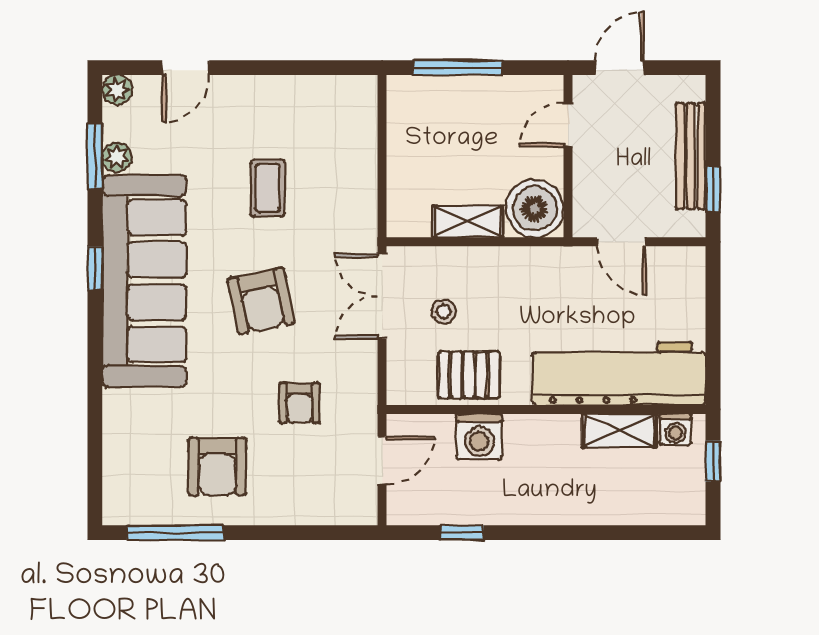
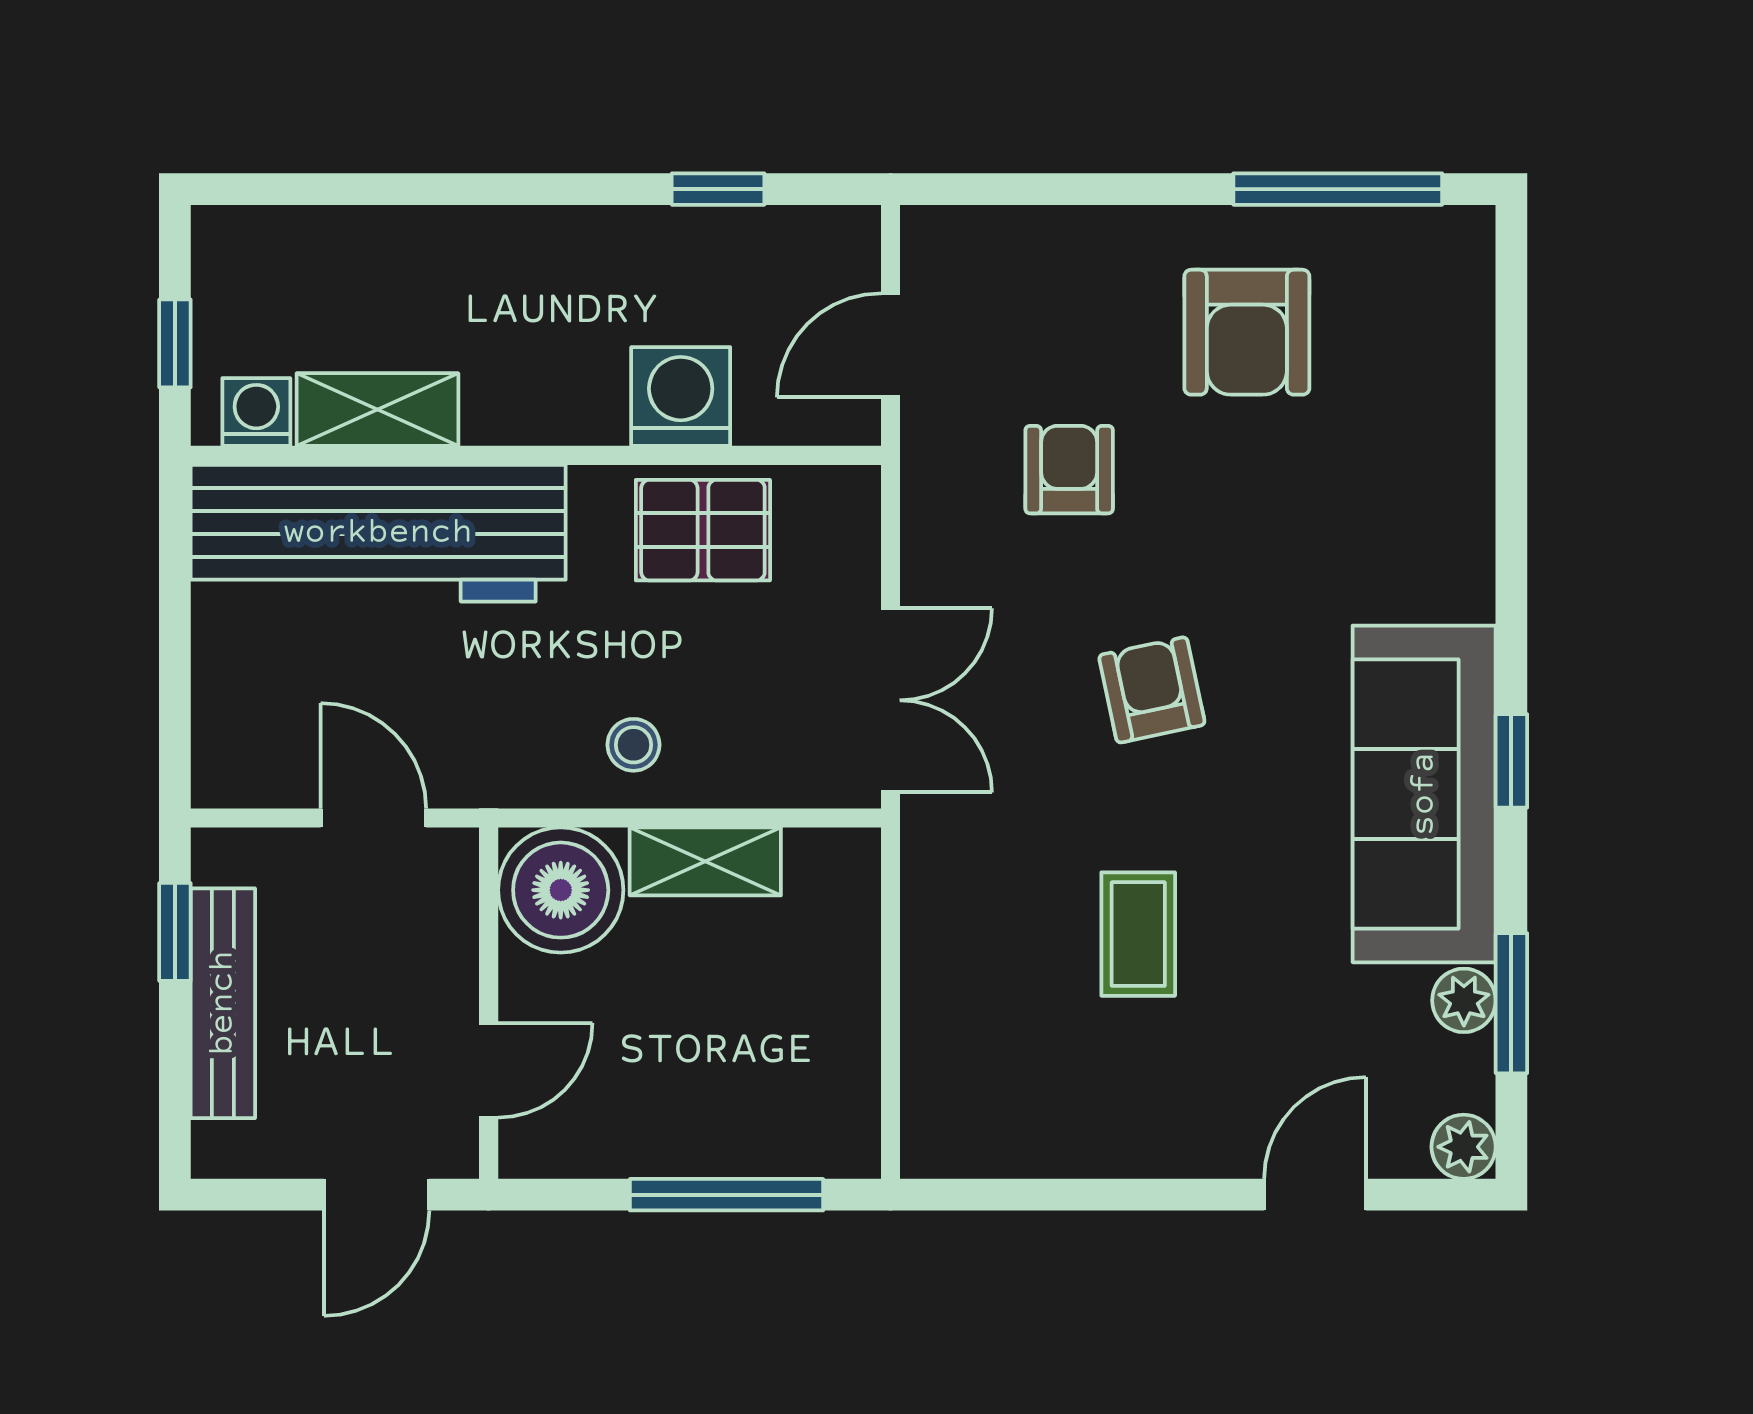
sofa: (144, 281) -> (1424, 794), width x0.74, depth x0.79
armchair: (261, 301) -> (1152, 690), width x0.72, depth x0.72
stool: (444, 312) -> (633, 745), moved
armchair: (217, 466) -> (1247, 332), turned 180

